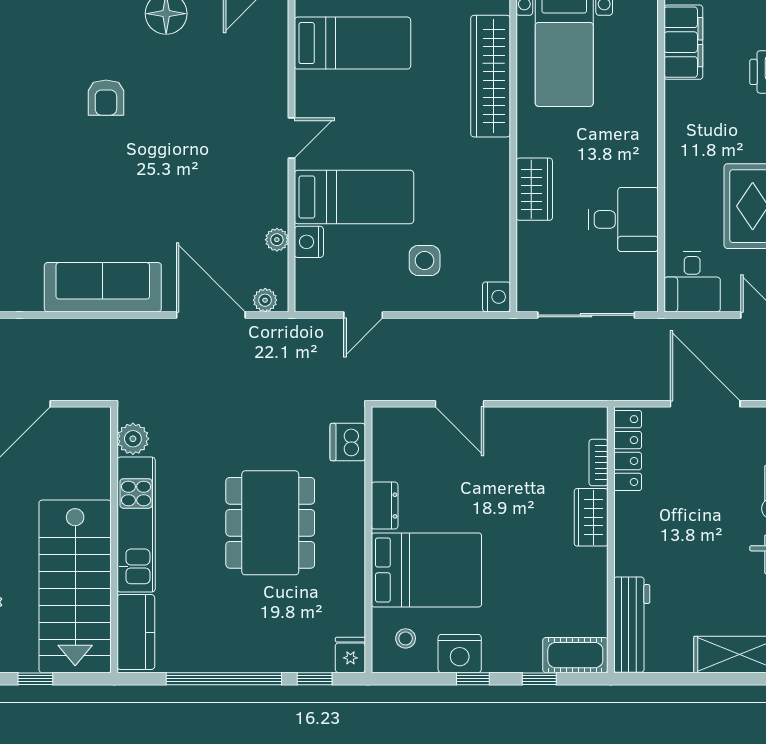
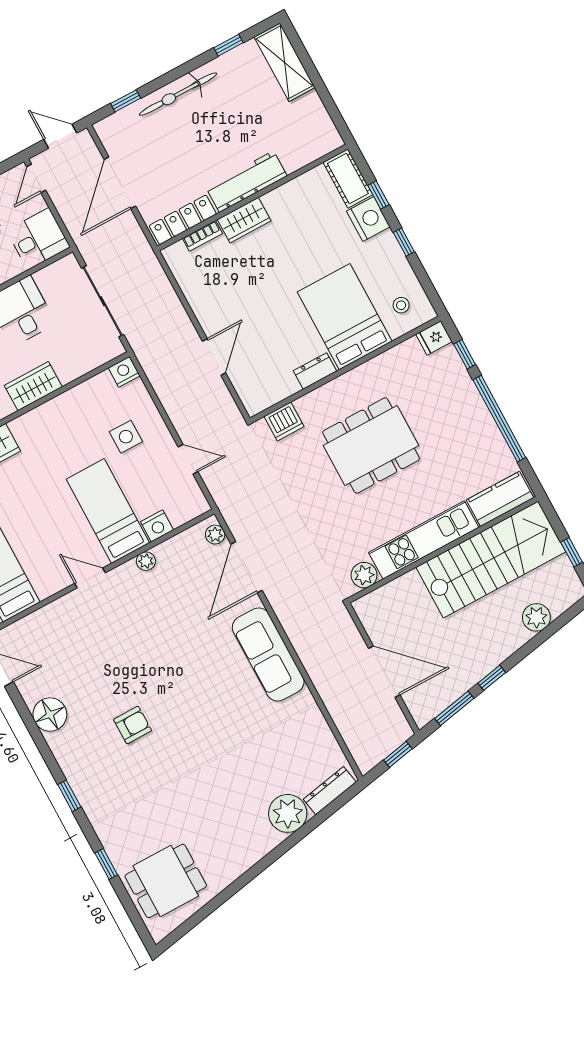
plant: (277, 240) -> (146, 561), moved
workbench: (632, 625) -> (246, 182), moved
nightstand: (460, 654) -> (368, 219), moved

